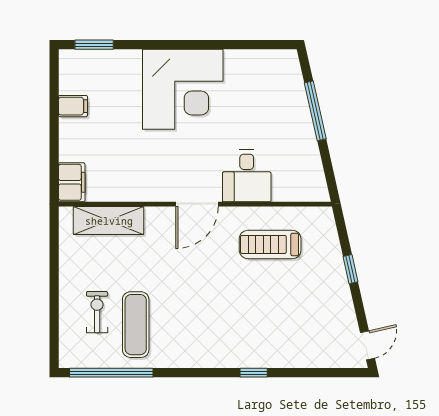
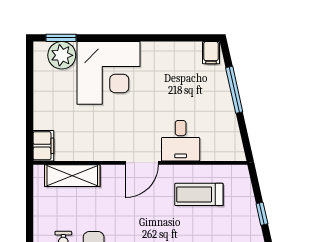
plant: (95, 67) -> (62, 55), added
corner desk: (183, 89) -> (109, 73), moved
filing cabinet: (73, 106) -> (211, 53), moved, turned 90

